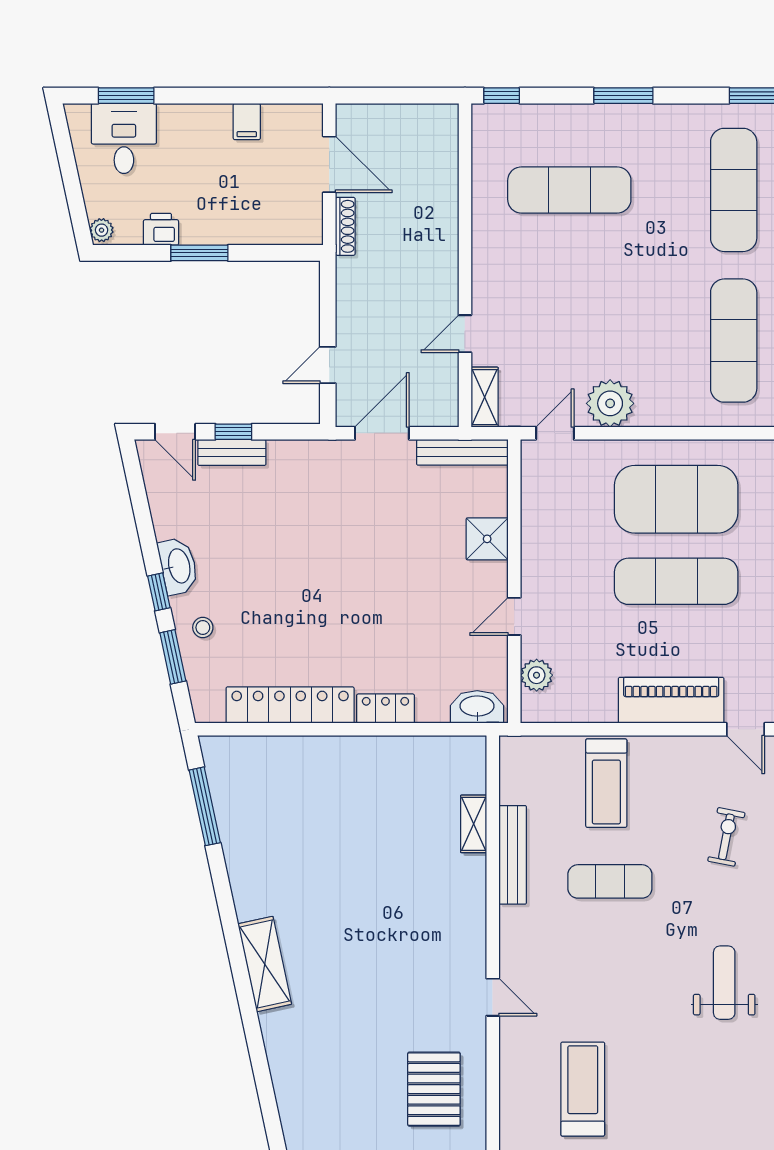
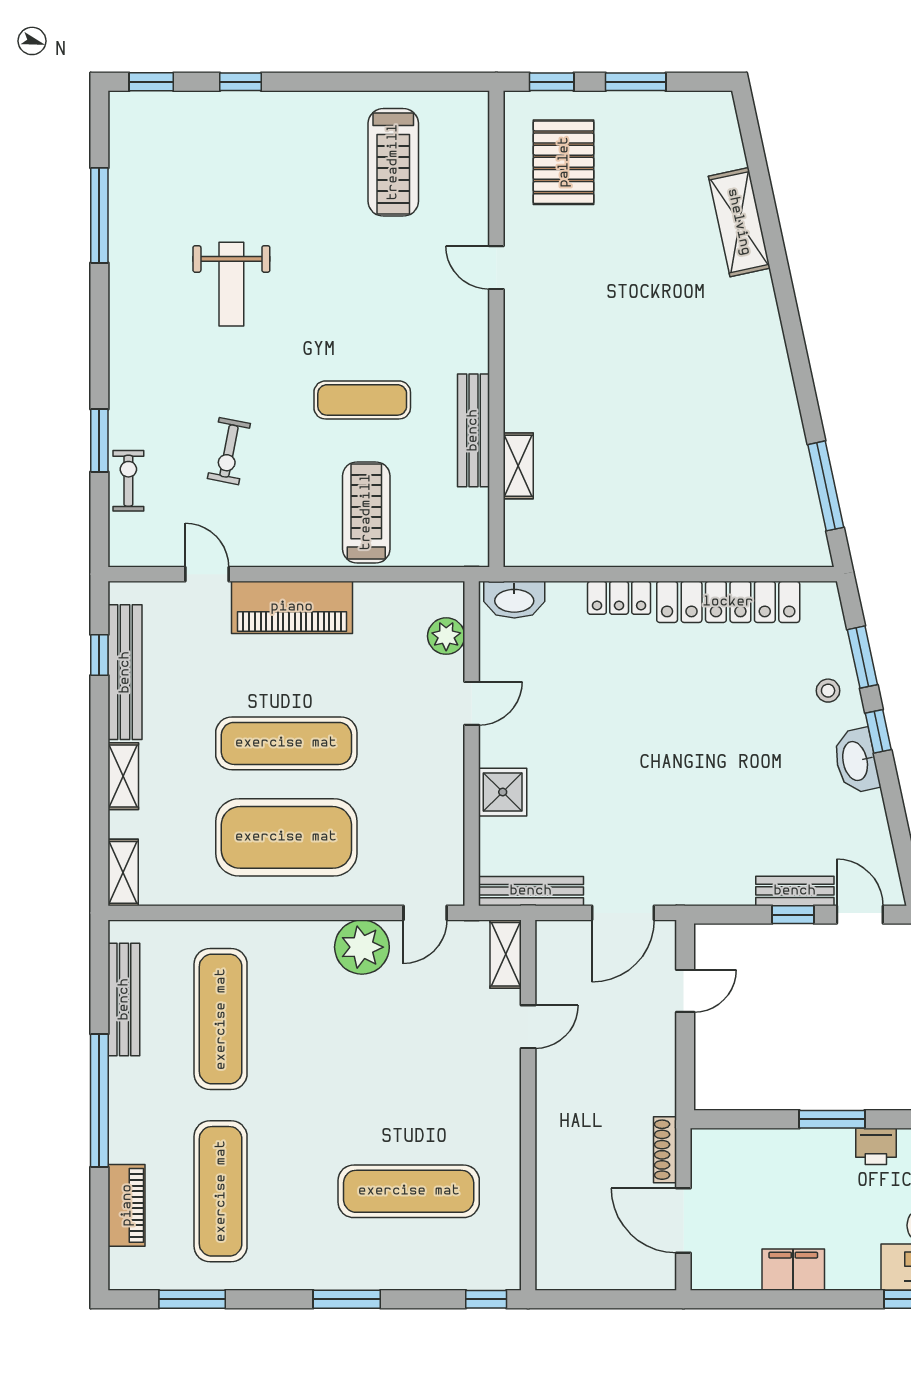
filing cabinet: (247, 121) -> (793, 1270), width x2.00
shelving: (265, 964) -> (739, 222), moved

